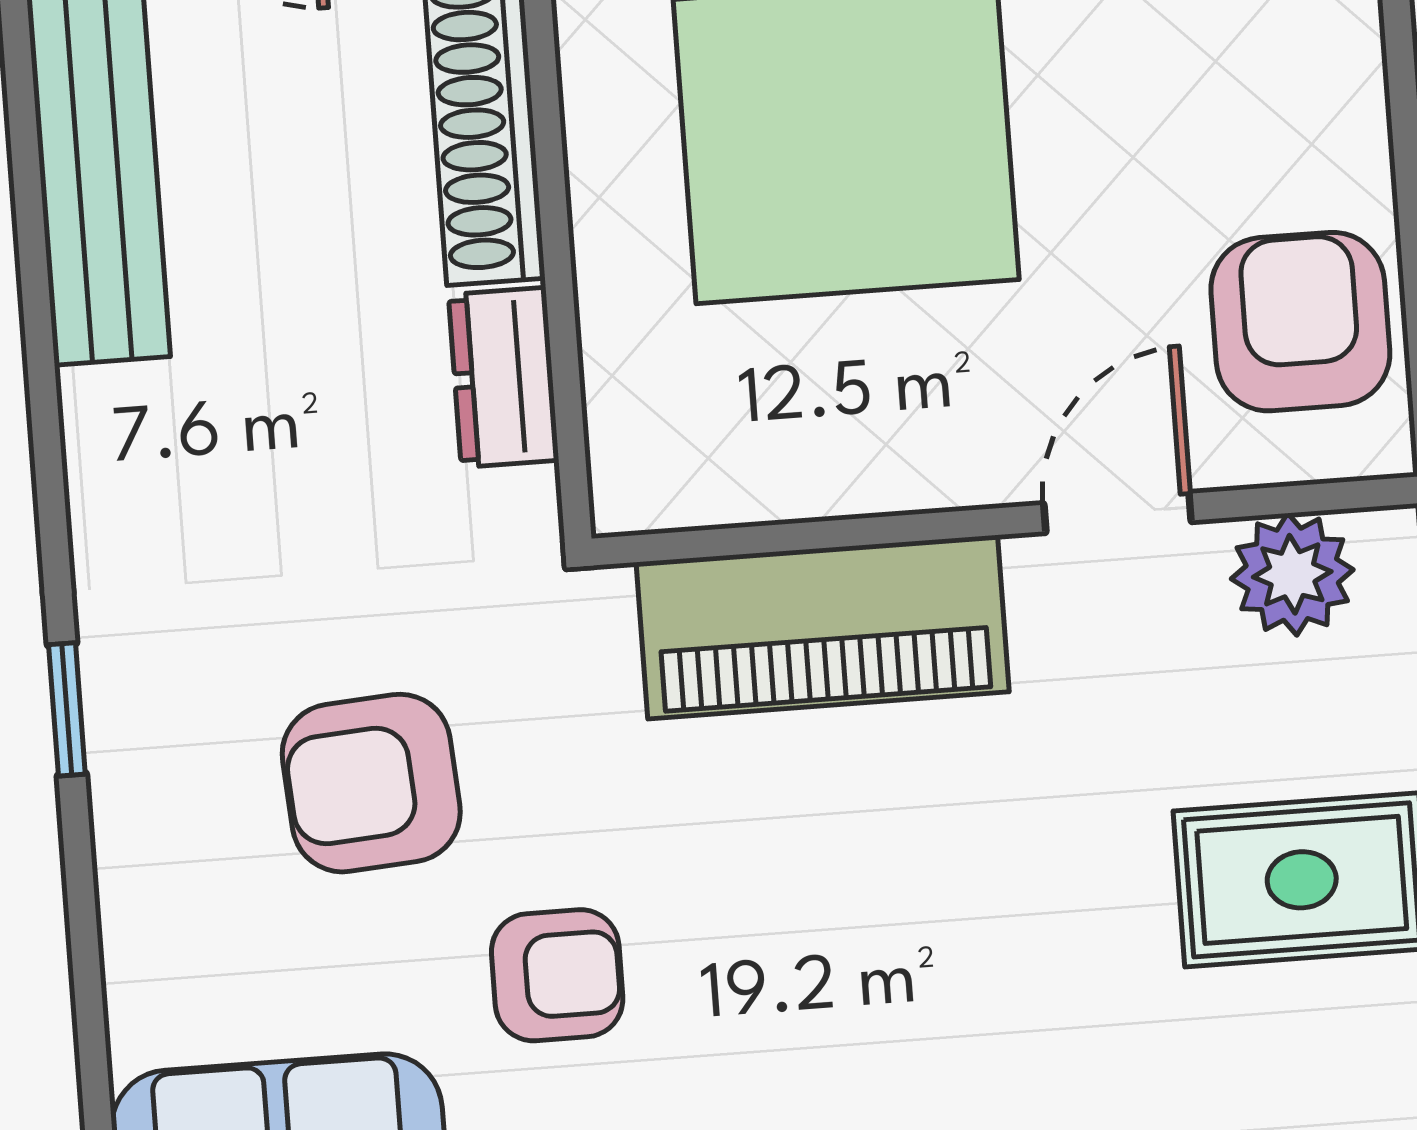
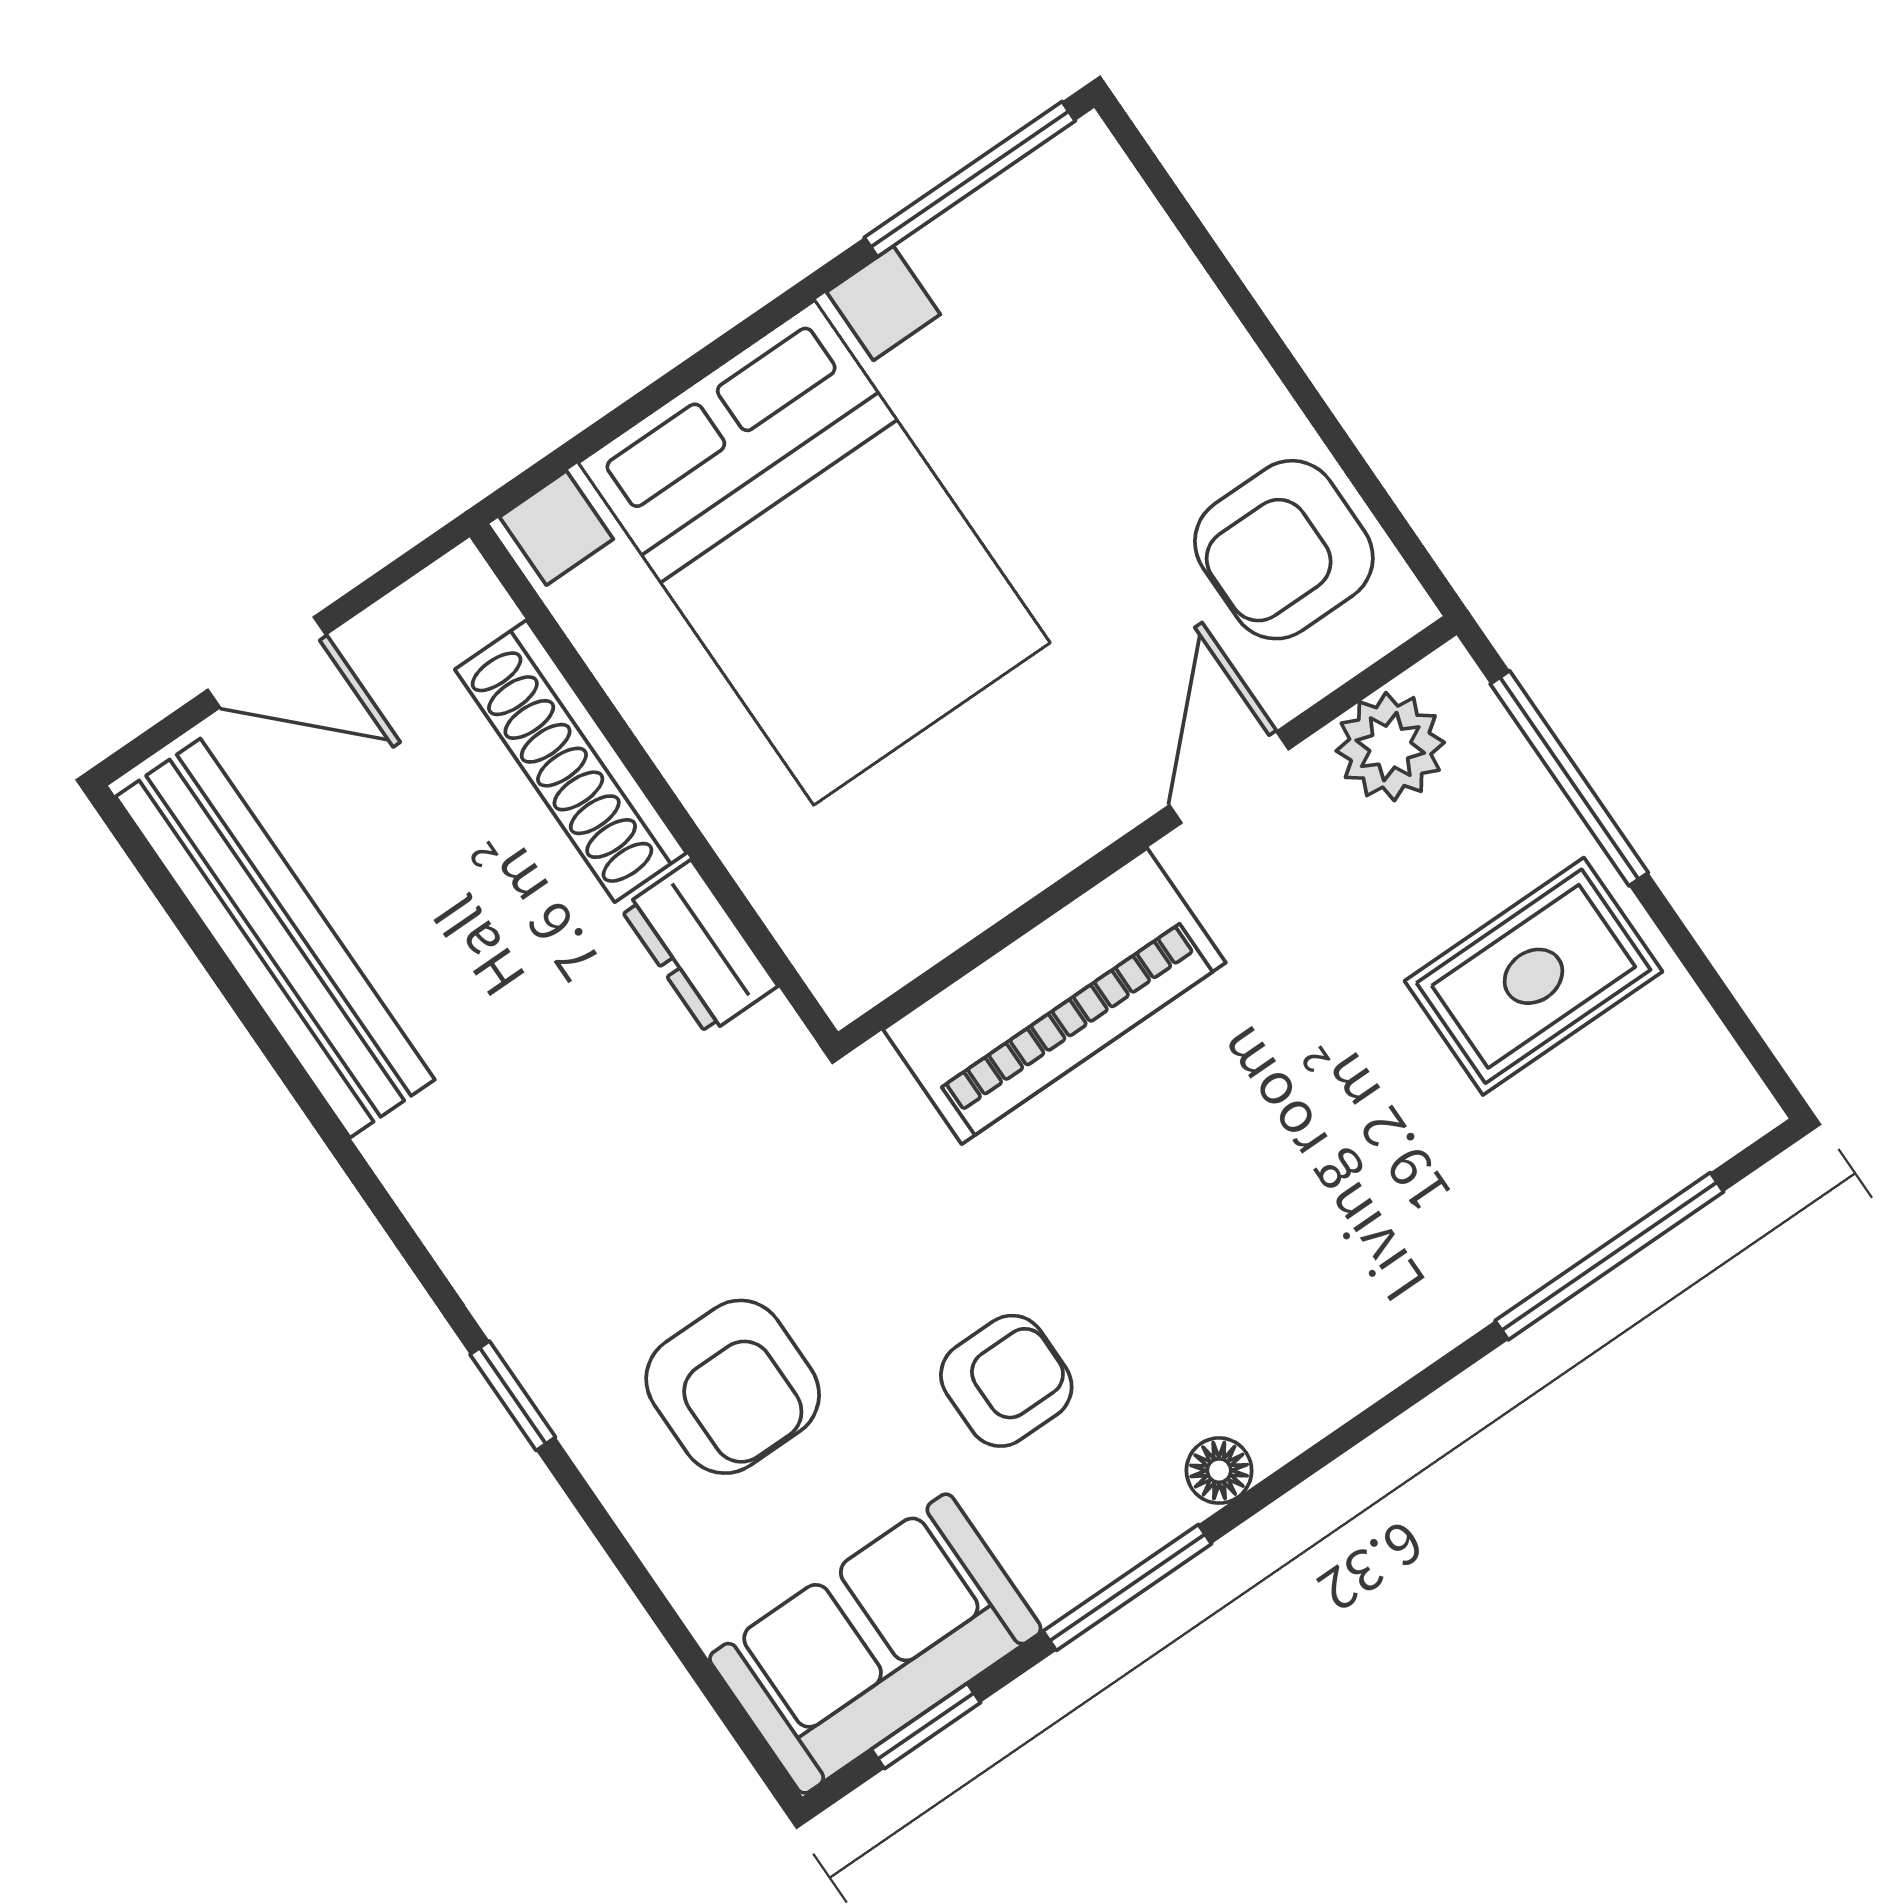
armchair: (1300, 322) -> (1284, 550), turned -90
armchair: (371, 783) -> (733, 1387), moved, turned -86

